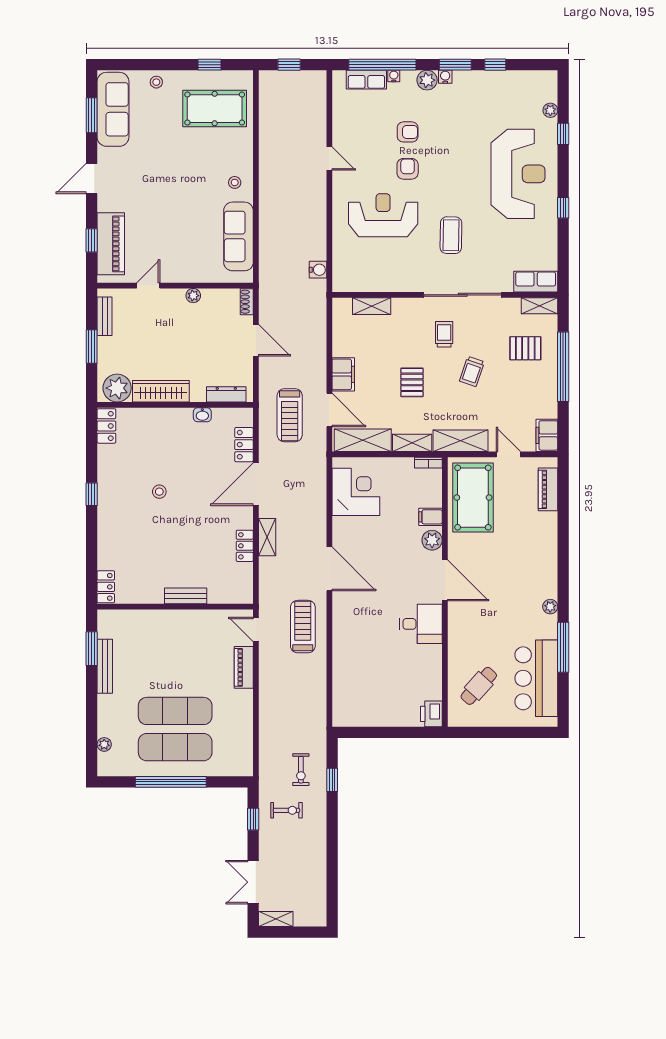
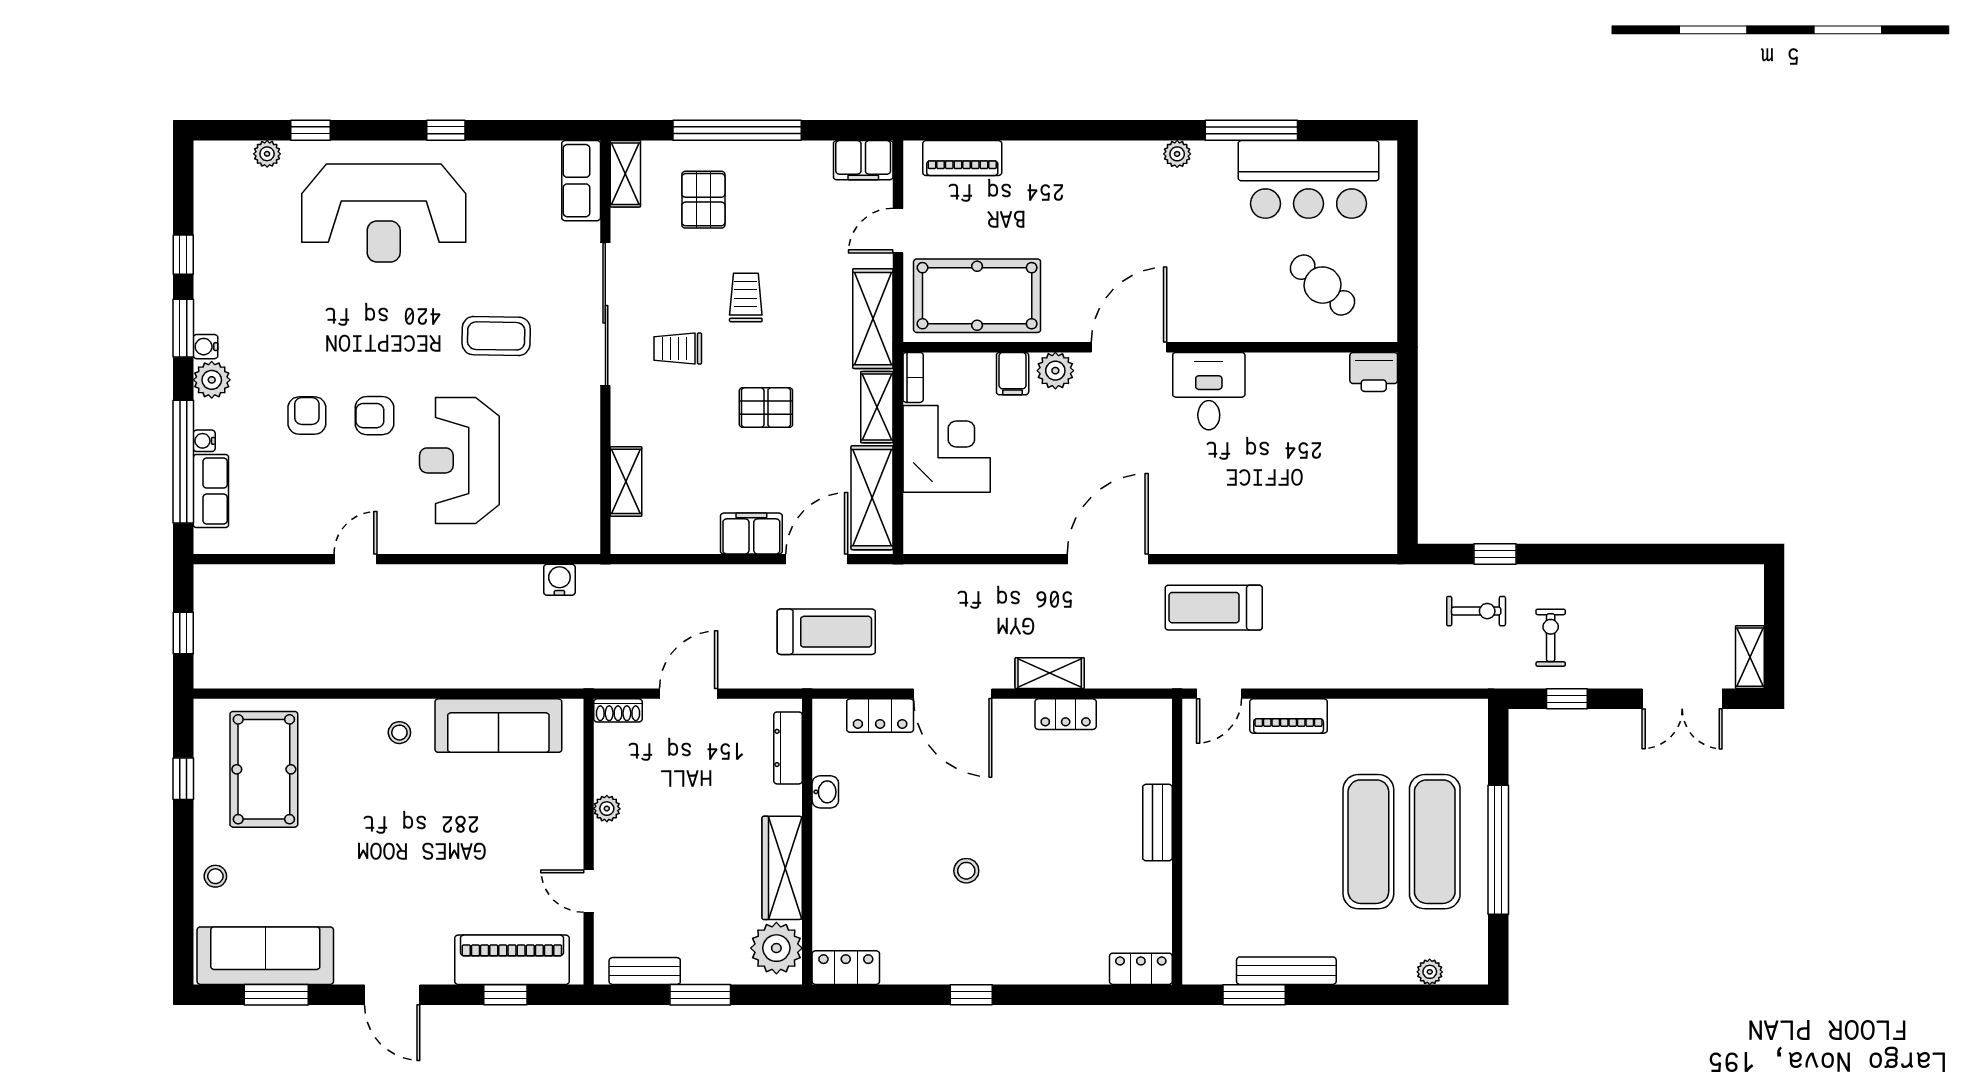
reception desk: (518, 174) -> (384, 213), turned 180
trolley: (472, 371) -> (746, 298), turned -109
corner desk: (356, 492) -> (947, 449), moved, turned 90

